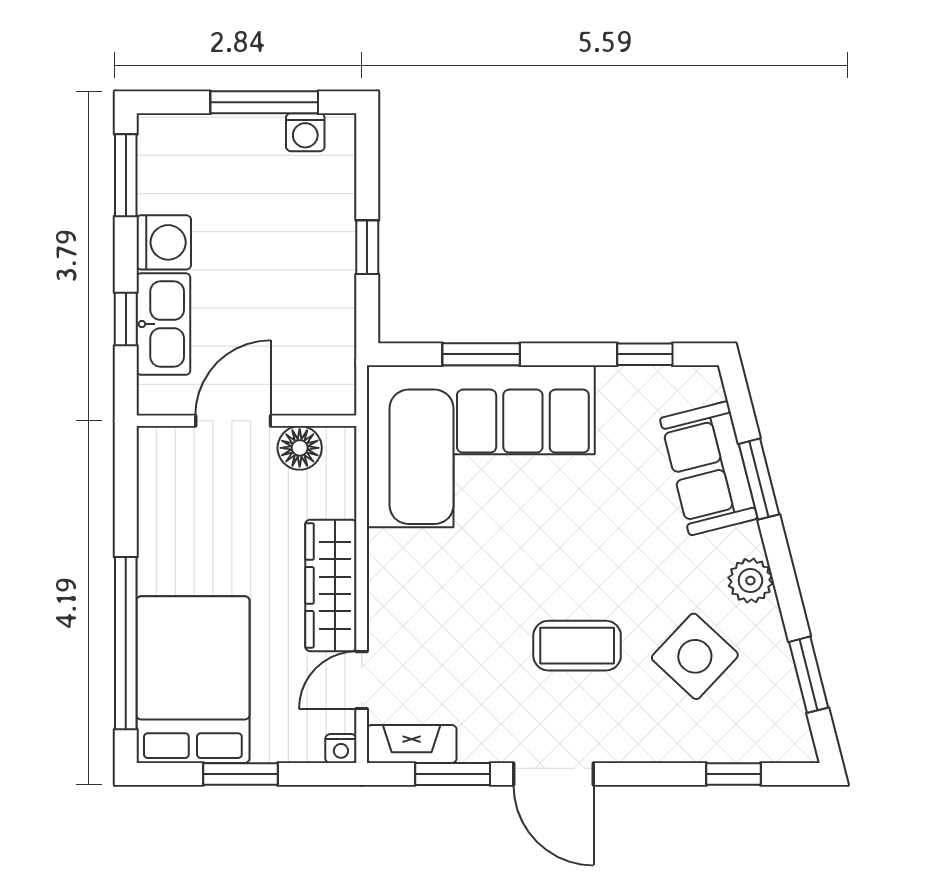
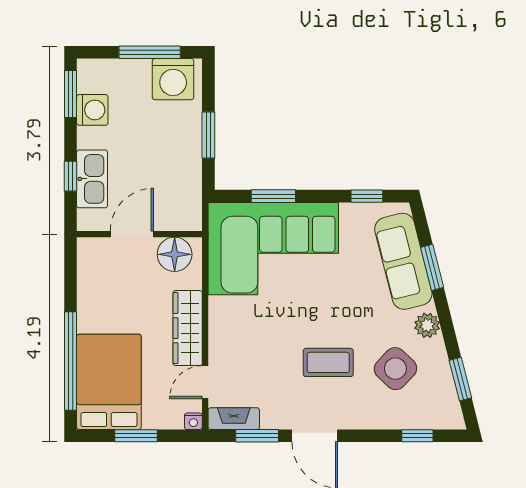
washing machine: (305, 132) -> (173, 79), width x1.89, depth x1.89
washing machine: (164, 242) -> (92, 110), moved
window: (367, 247) -> (208, 135), width x1.50
floor lamp: (300, 448) -> (175, 254), width x1.38, depth x1.38
sofa: (709, 468) -> (403, 261), width x1.36

